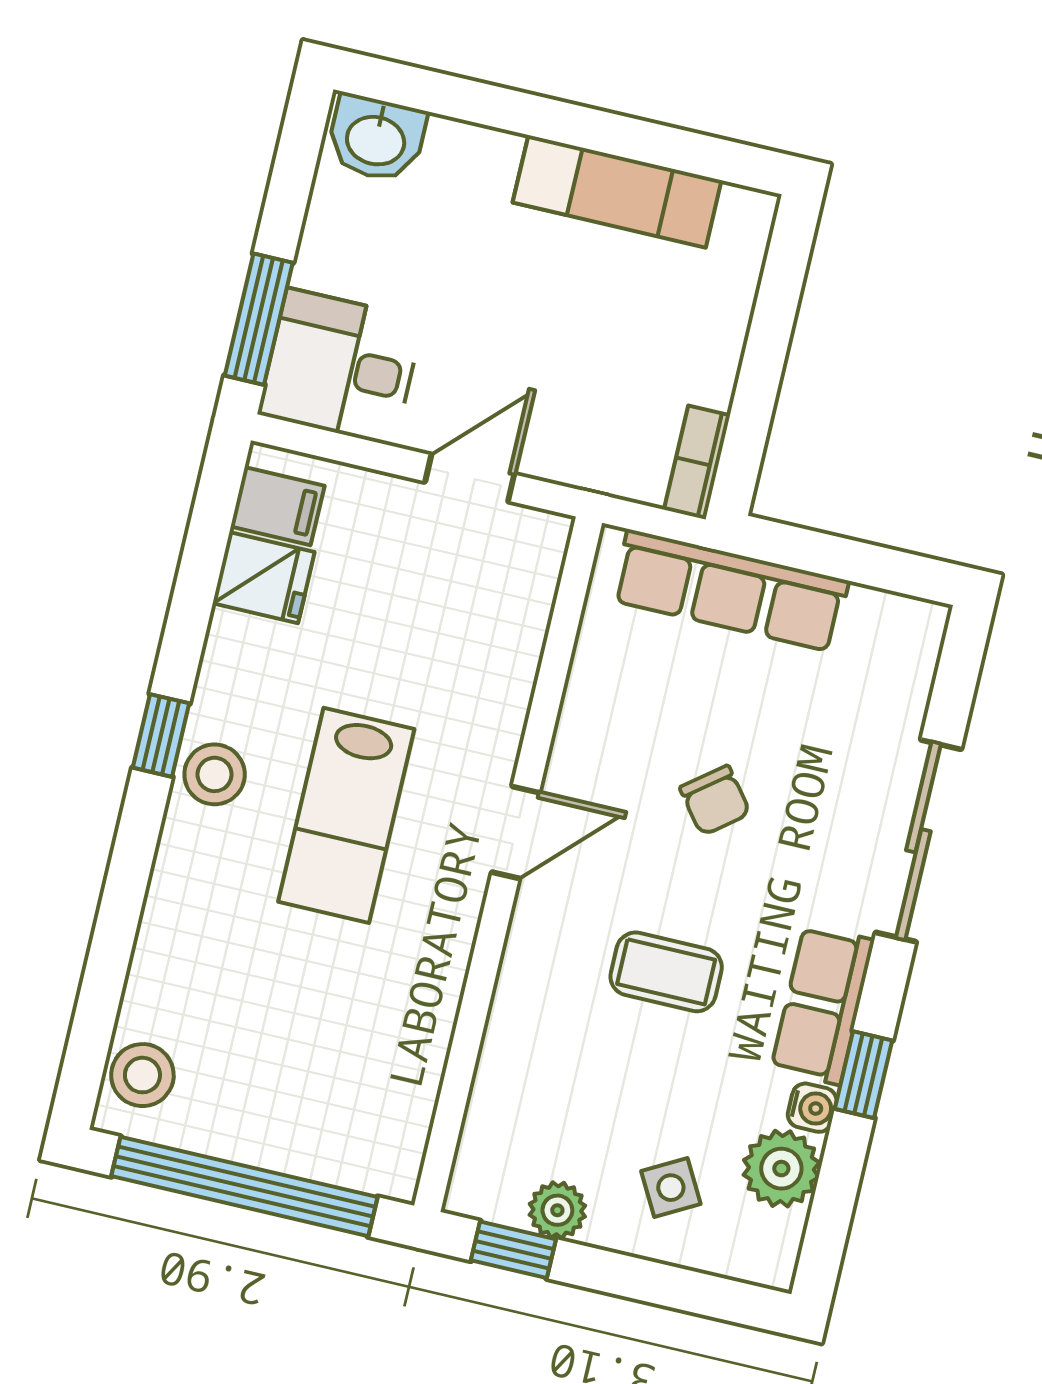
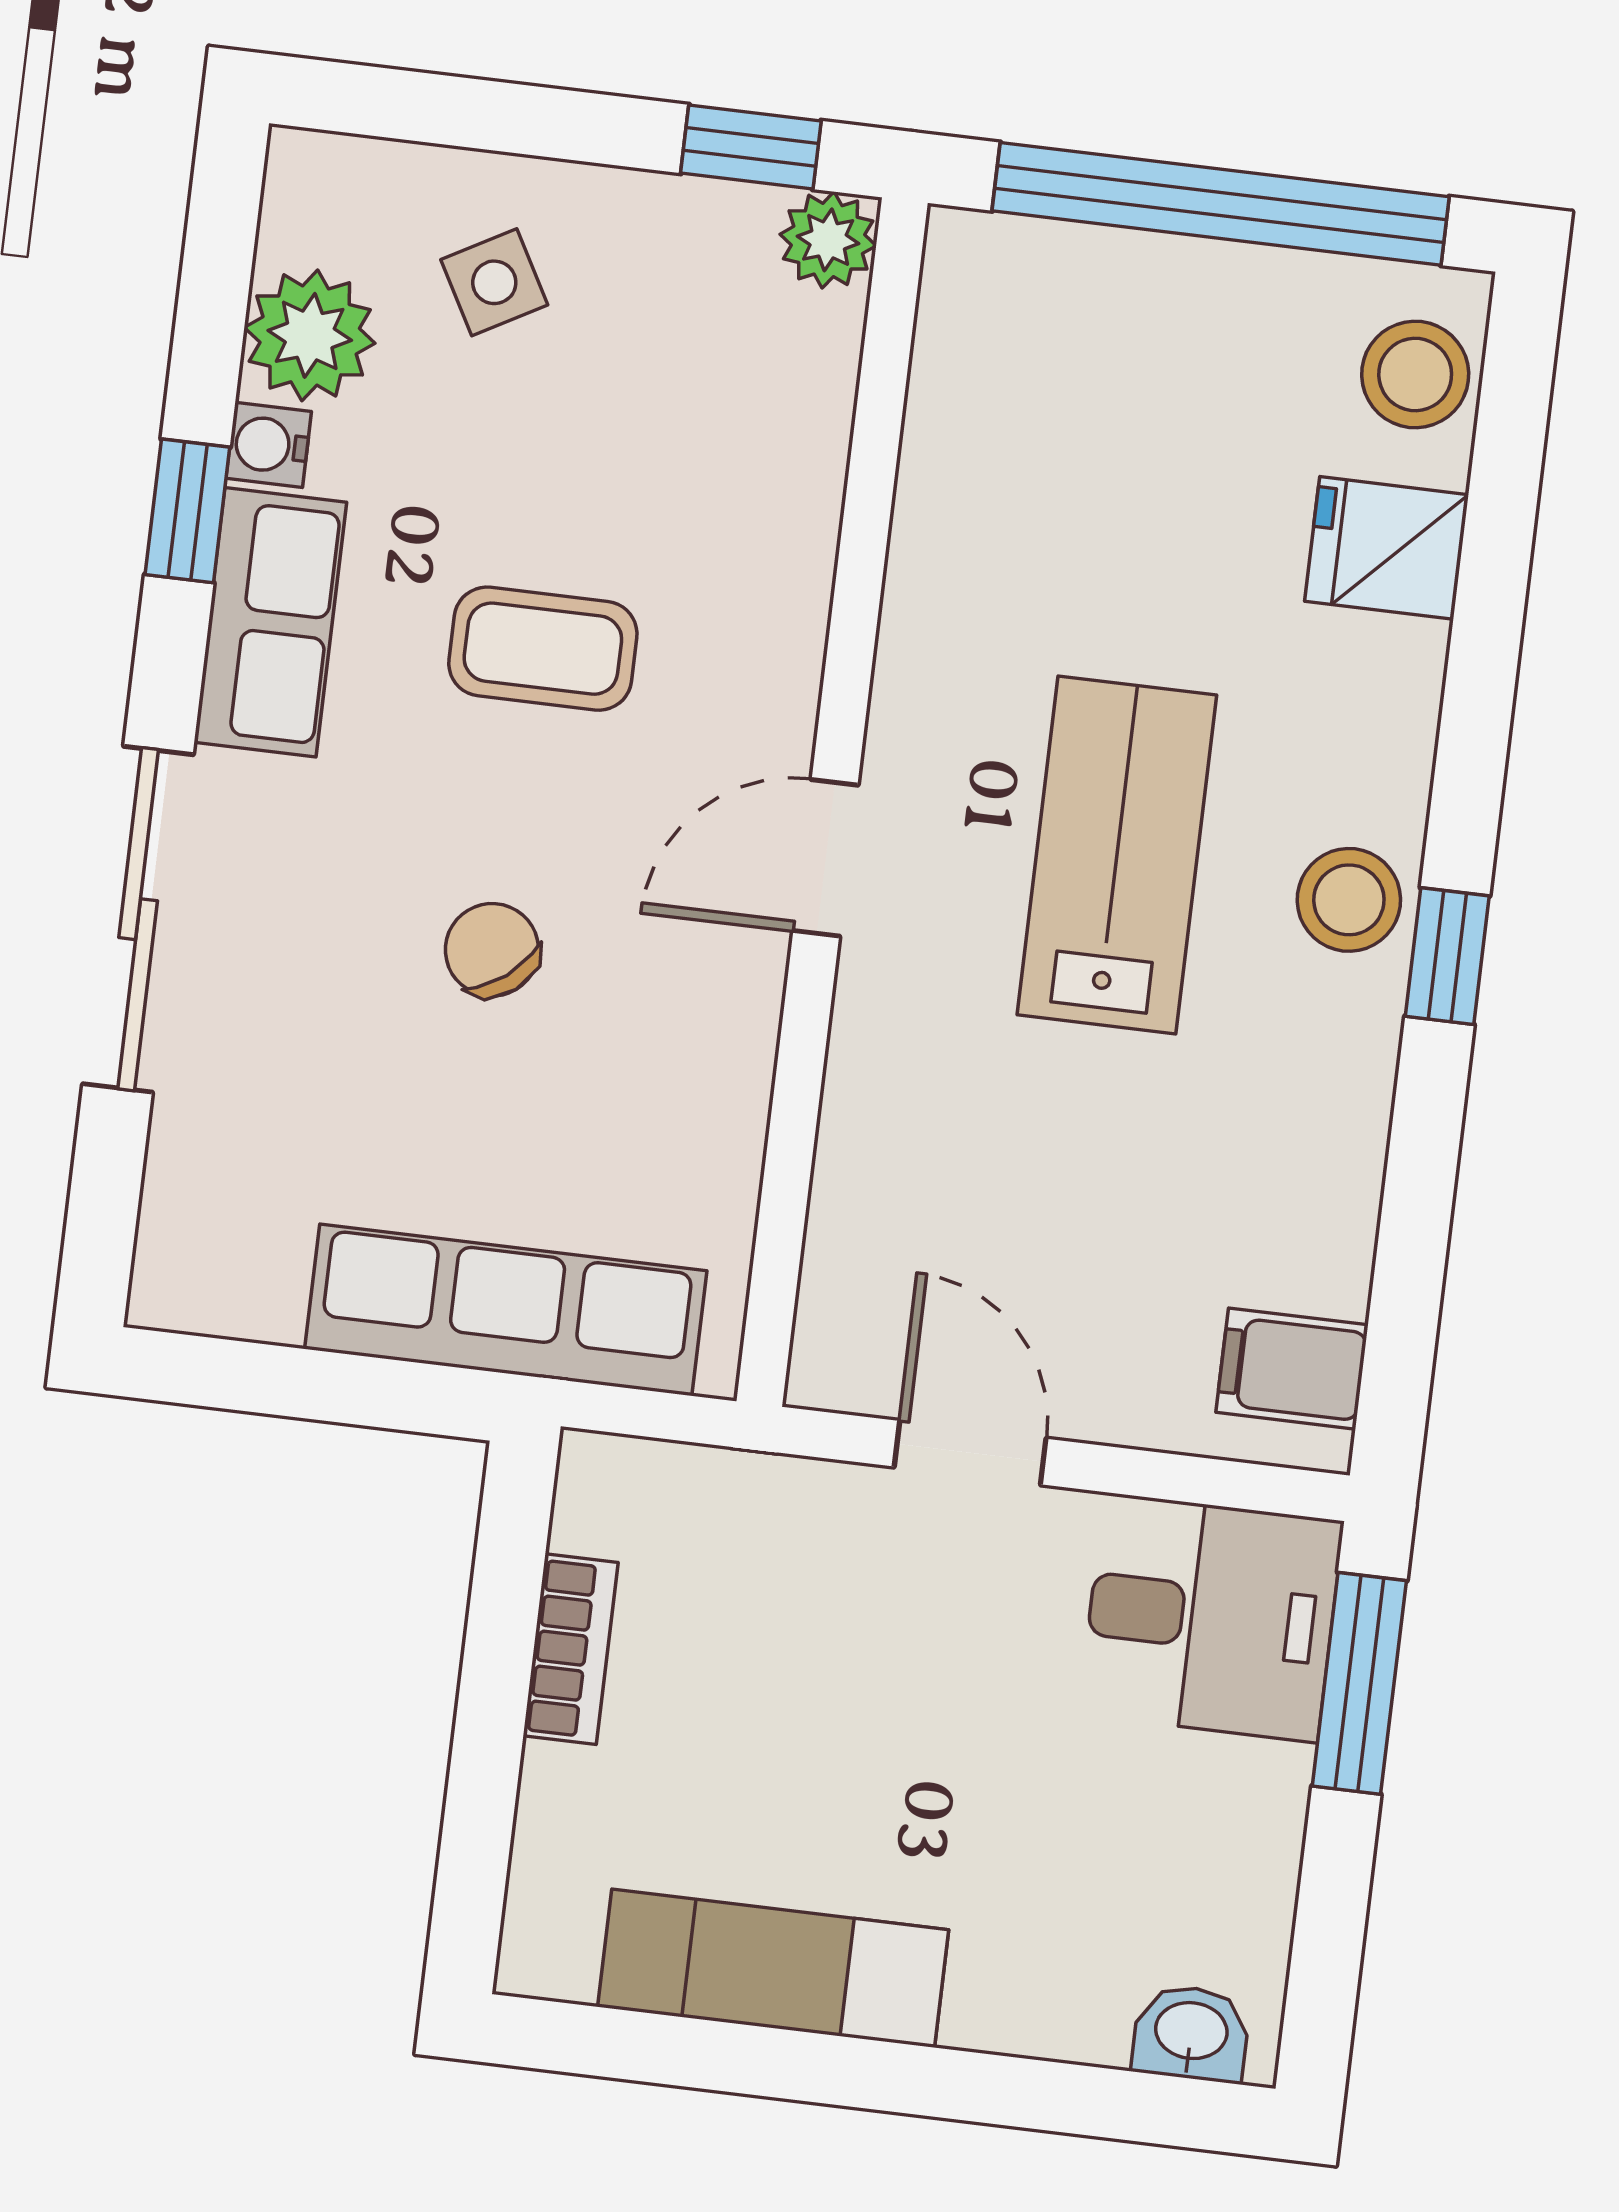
washbasin: (376, 138) -> (1191, 2033), width x0.72, depth x0.69
bookcase: (697, 462) -> (571, 1649), moved
door: (470, 478) -> (970, 1453), swing flipped
fridge: (264, 578) -> (1387, 548), moved
plant: (557, 1210) -> (828, 240), moved

